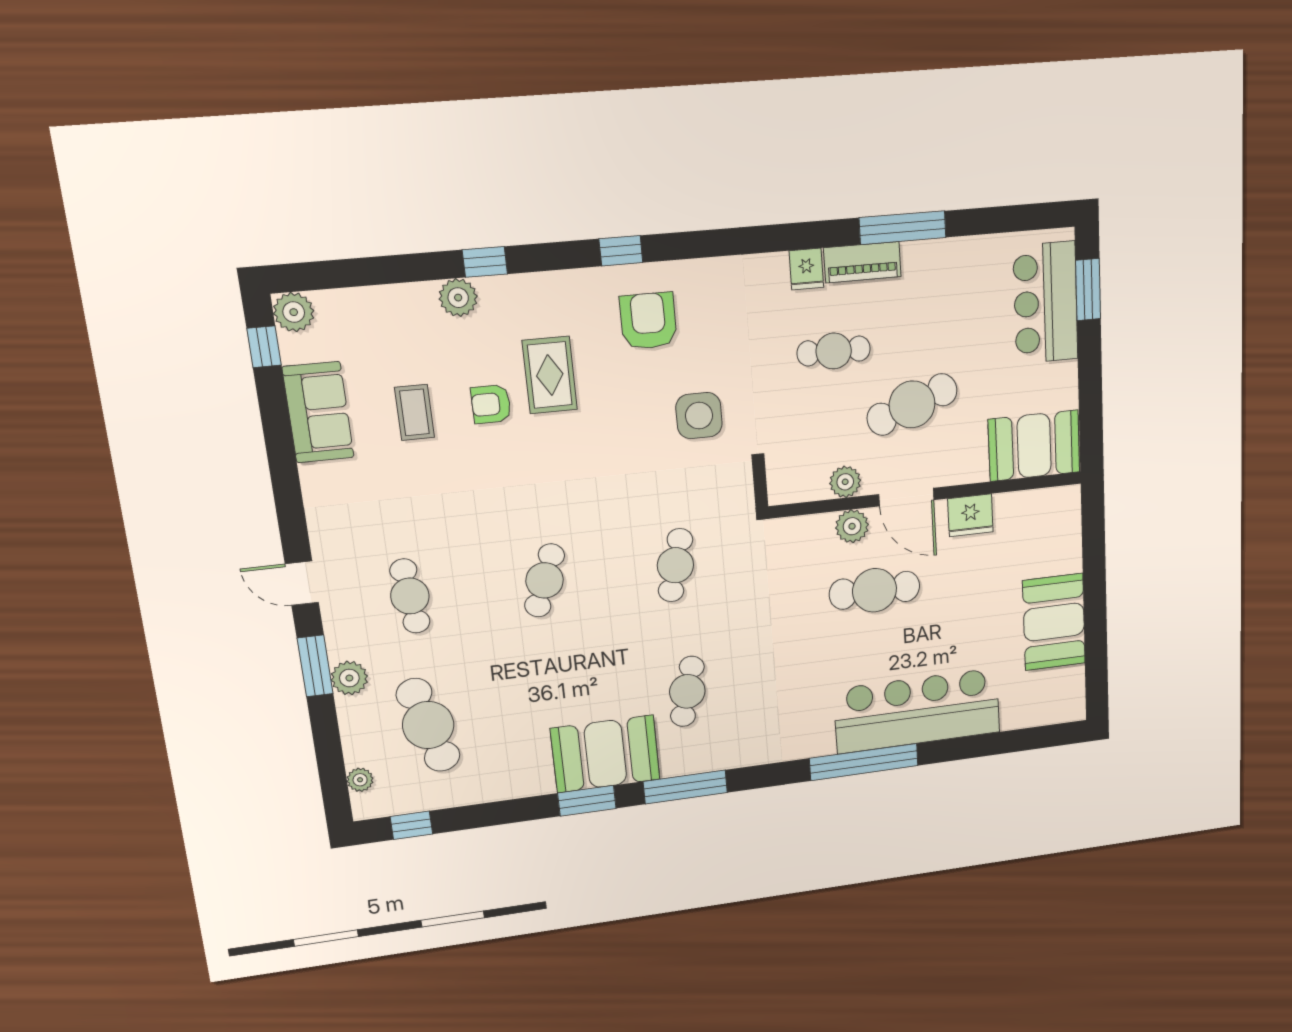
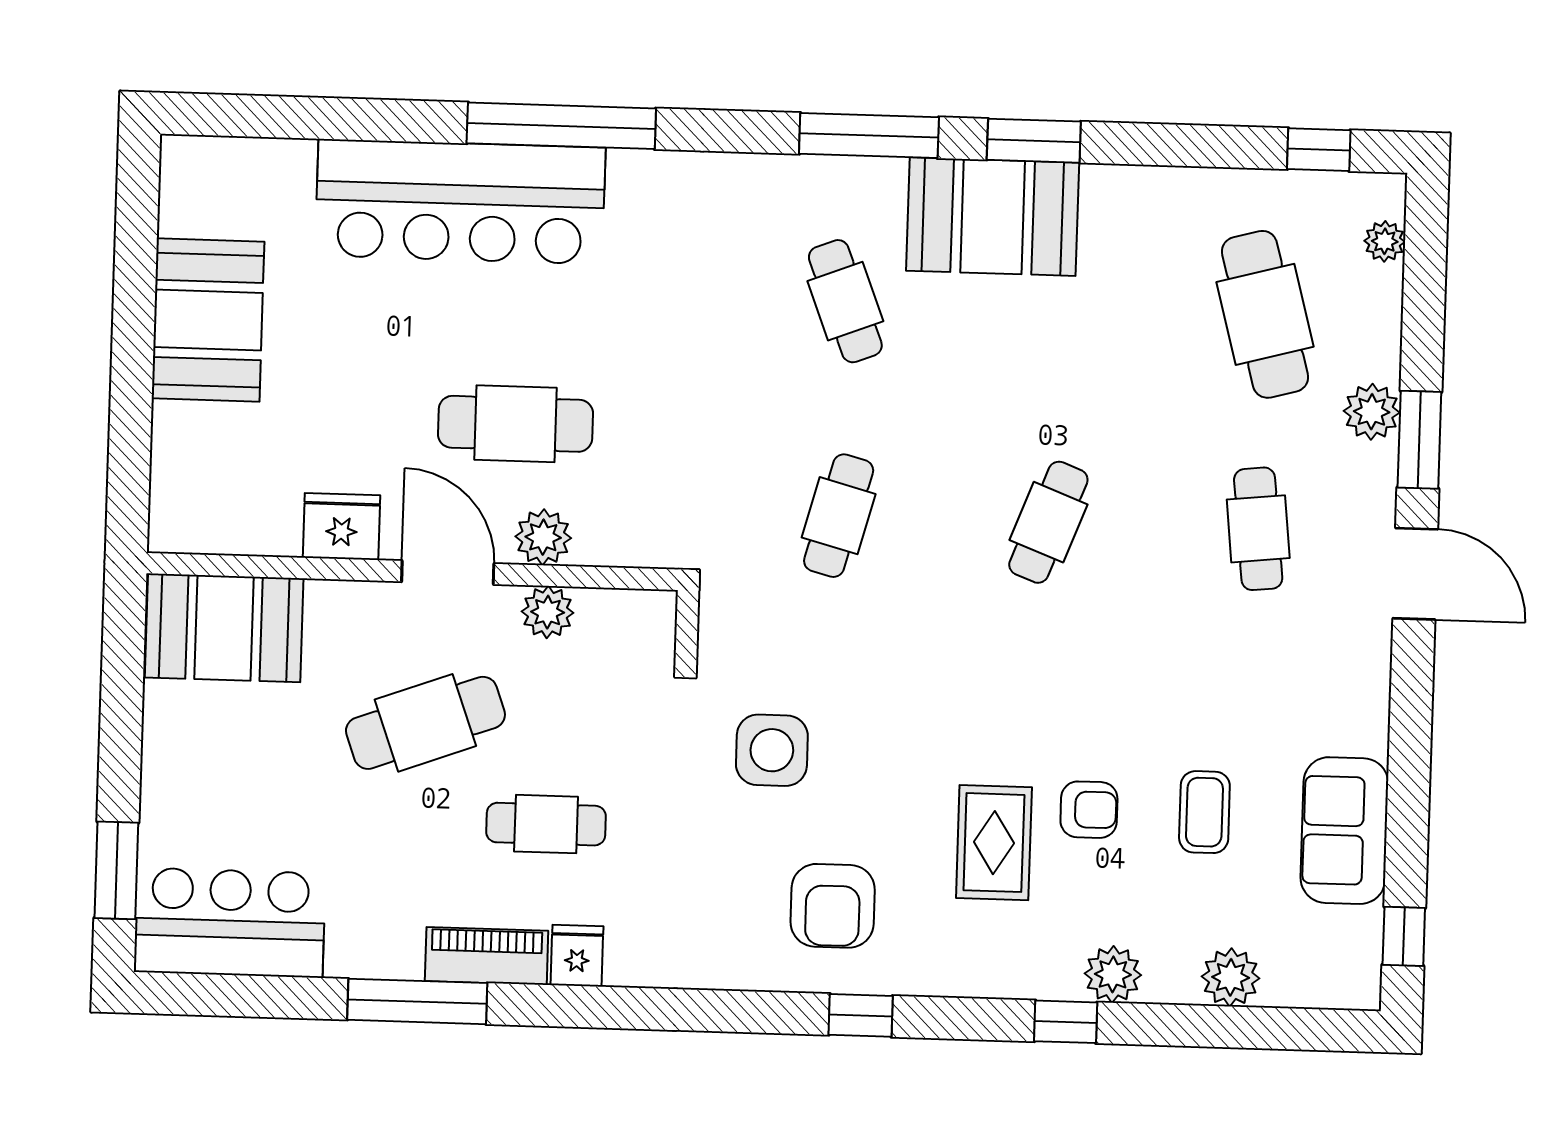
bar counter: (1046, 303) -> (230, 923), moved, turned -90
plant: (294, 312) -> (1231, 977), moved
door: (302, 583) -> (1415, 574), width x1.38
cafe table: (687, 691) -> (845, 301), turned -36

